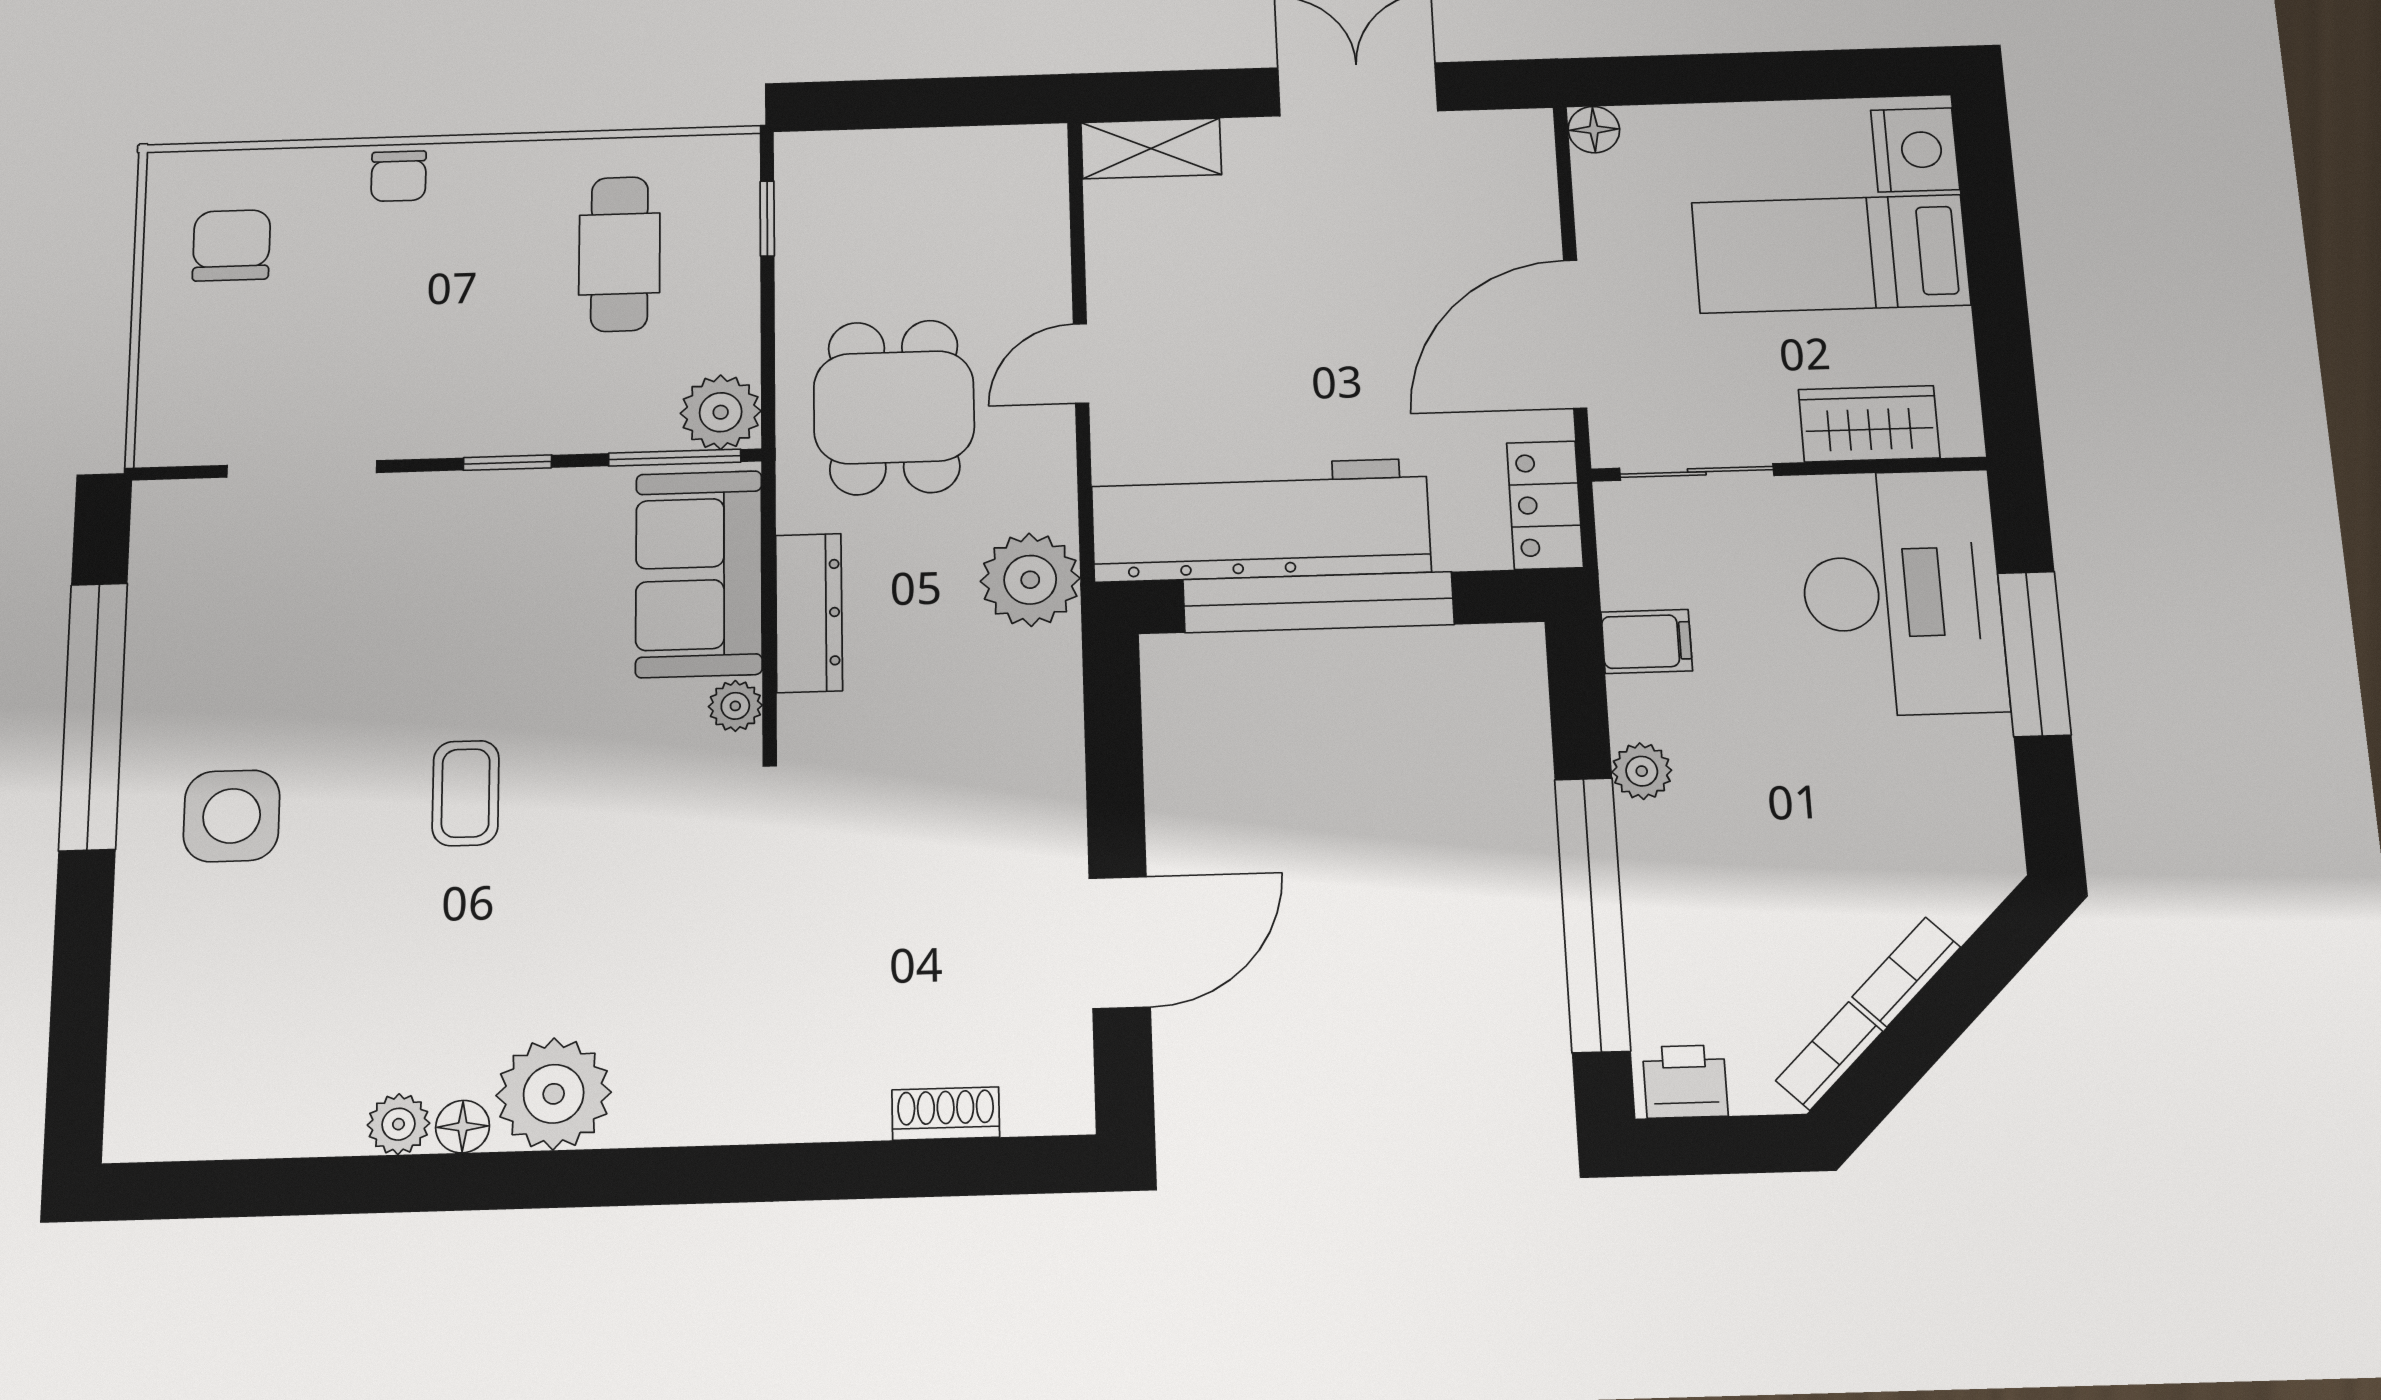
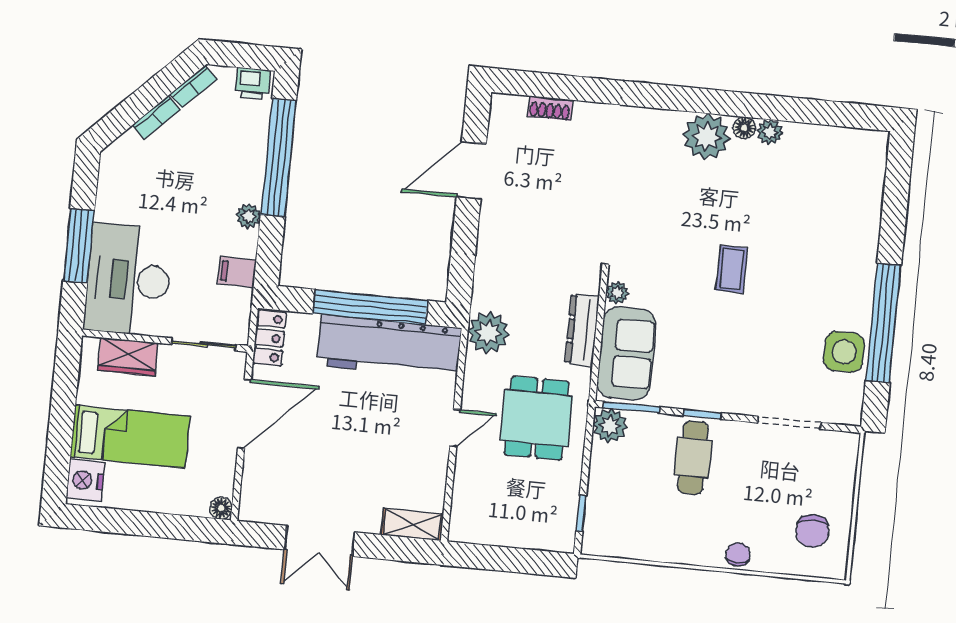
cafe table: (619, 254) -> (693, 458), moved
side table: (232, 816) -> (844, 352), moved

